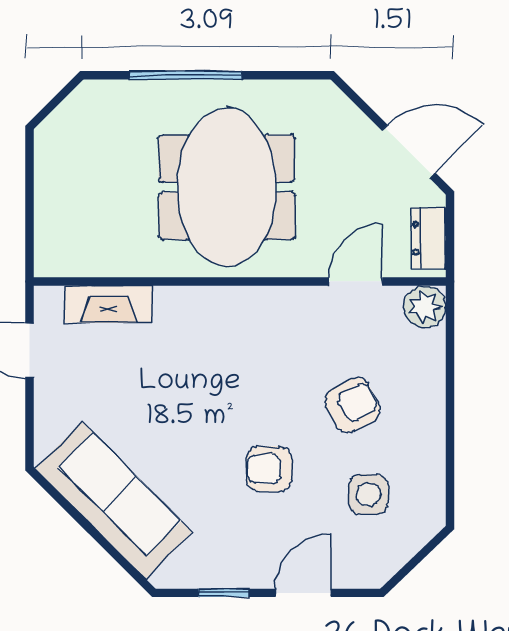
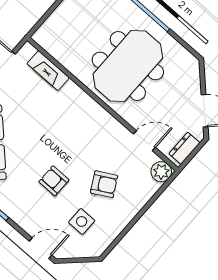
door: (303, 593) -> (41, 248), moved

